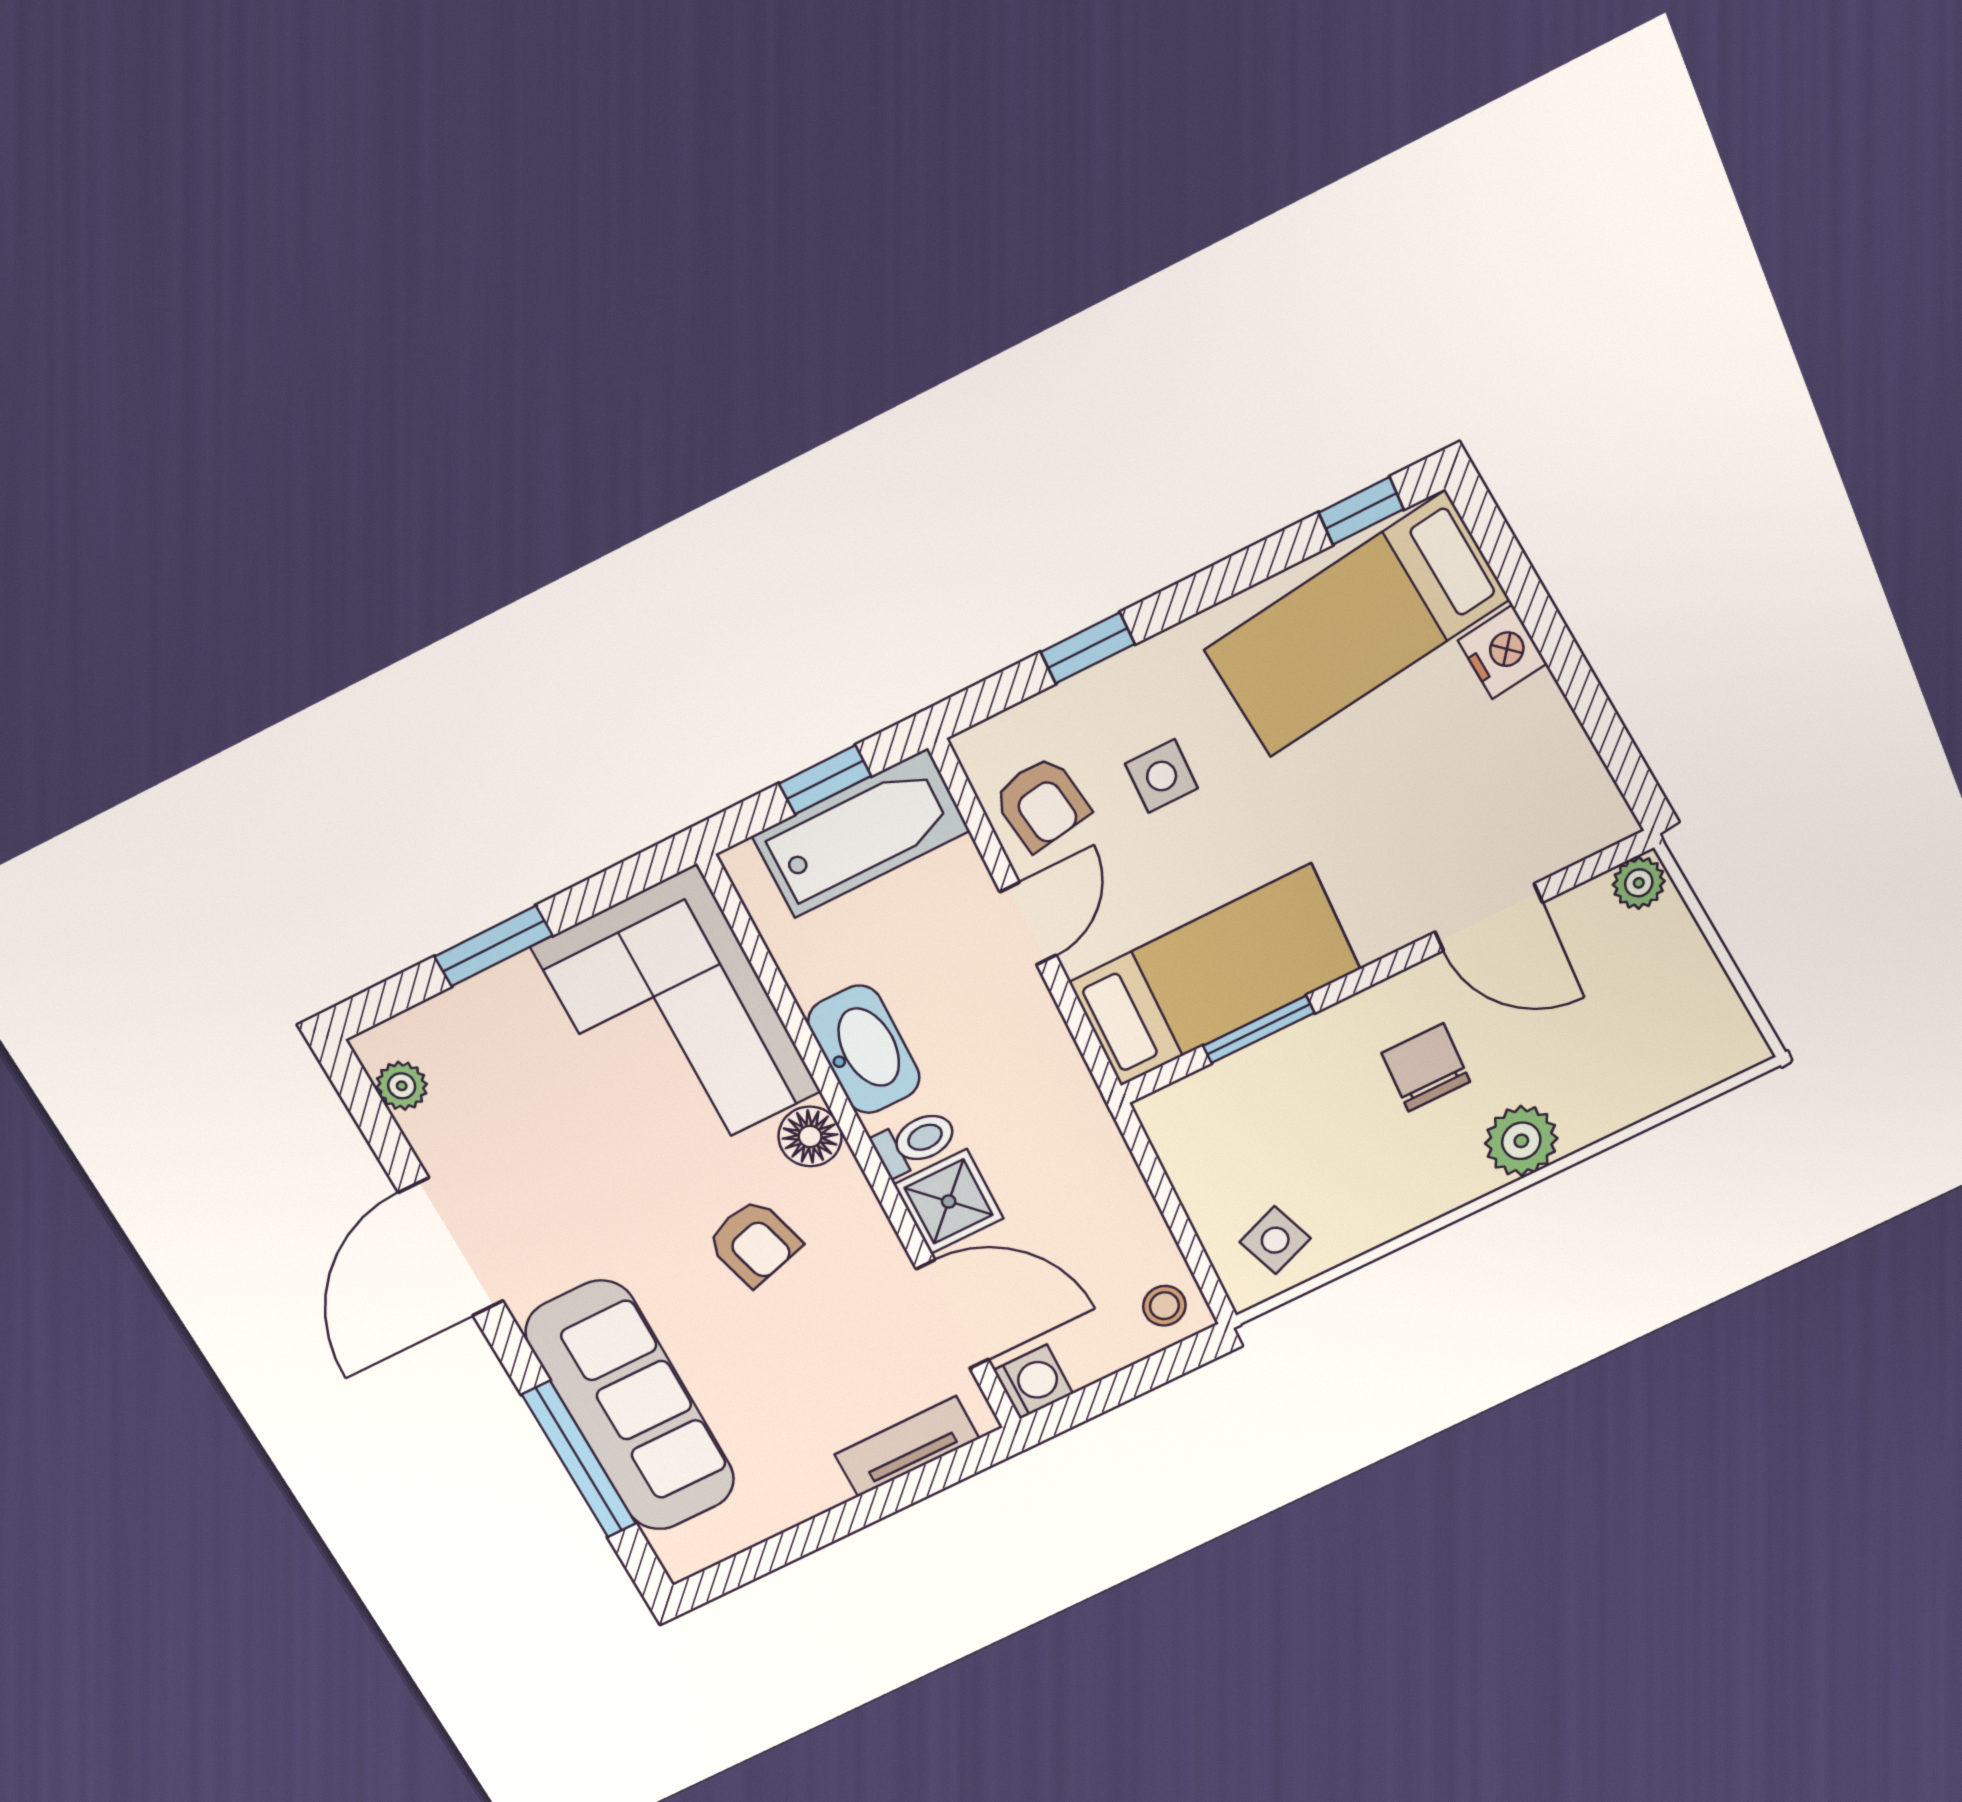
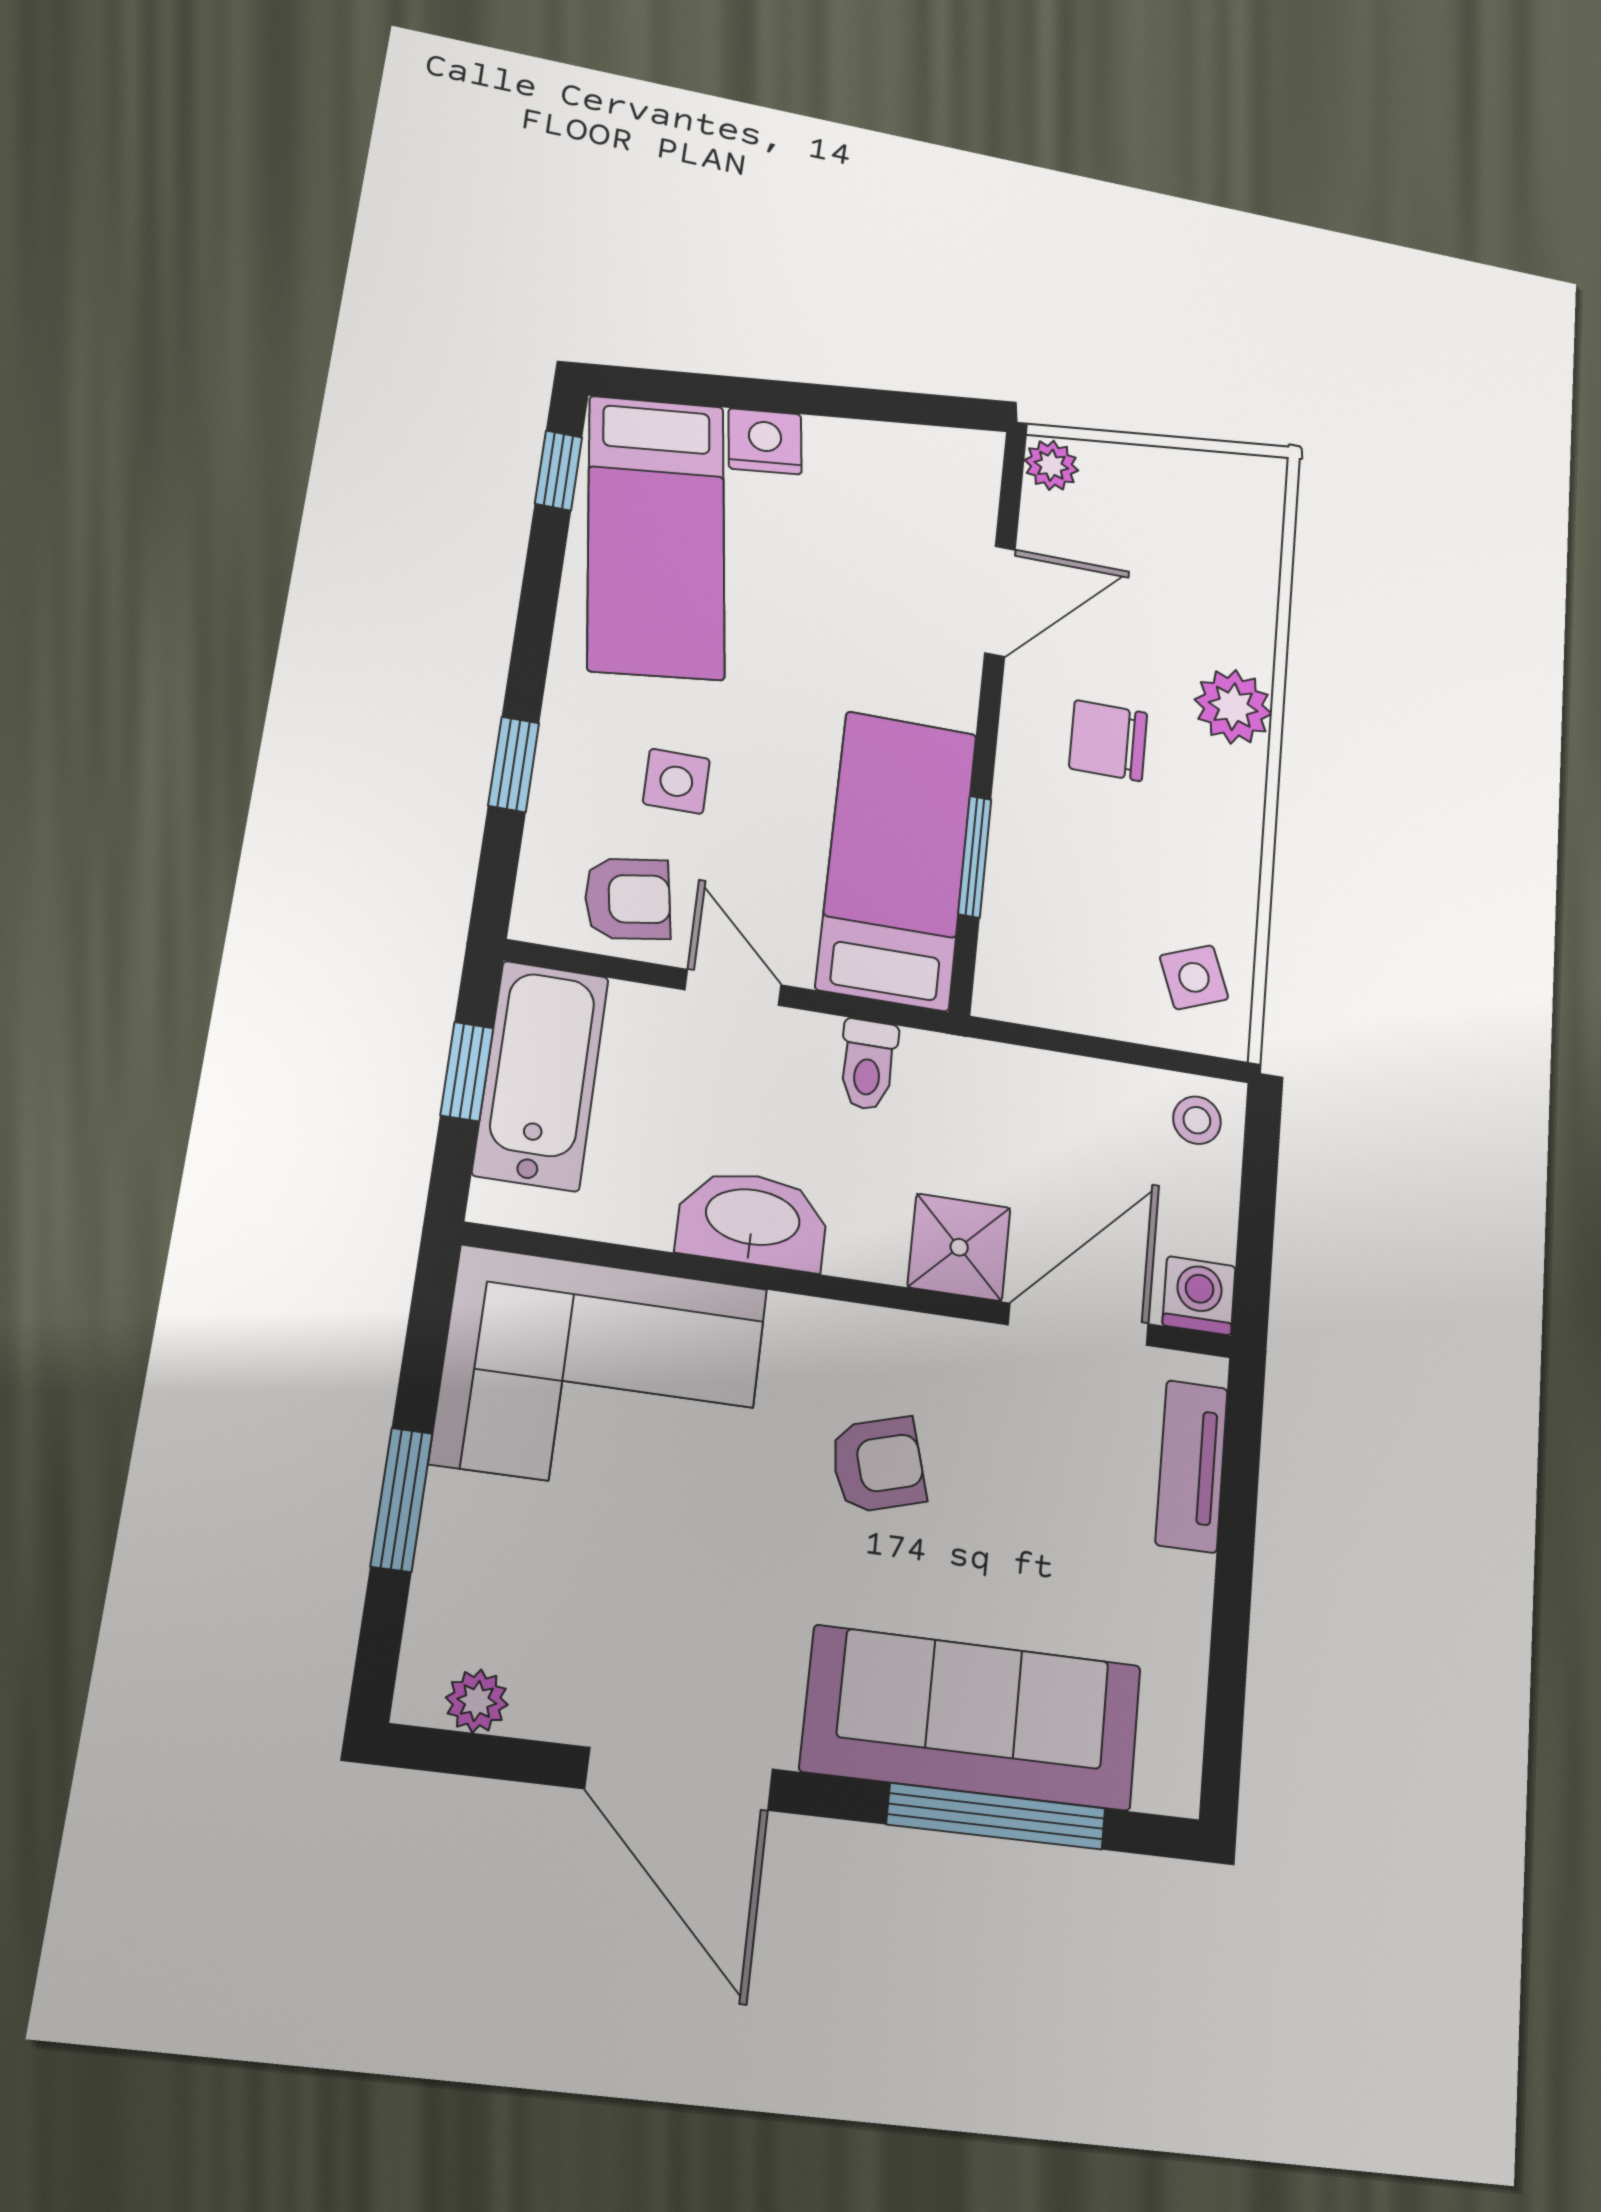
floor lamp: (810, 1137) -> (805, 1332), removed
toilet: (915, 1142) -> (868, 1065), moved, turned 180

